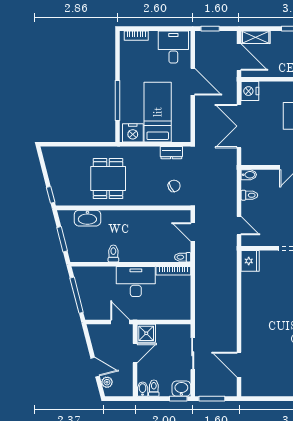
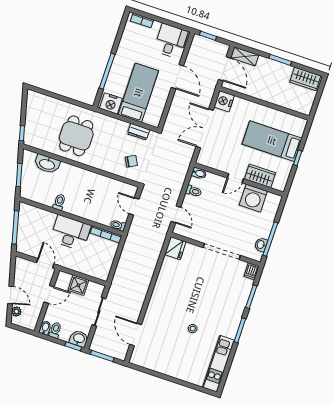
shower: (146, 333) -> (78, 285), moved

